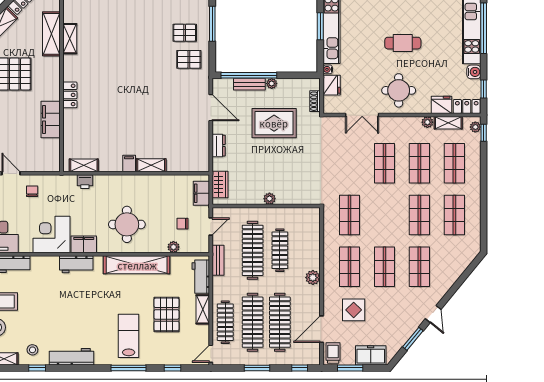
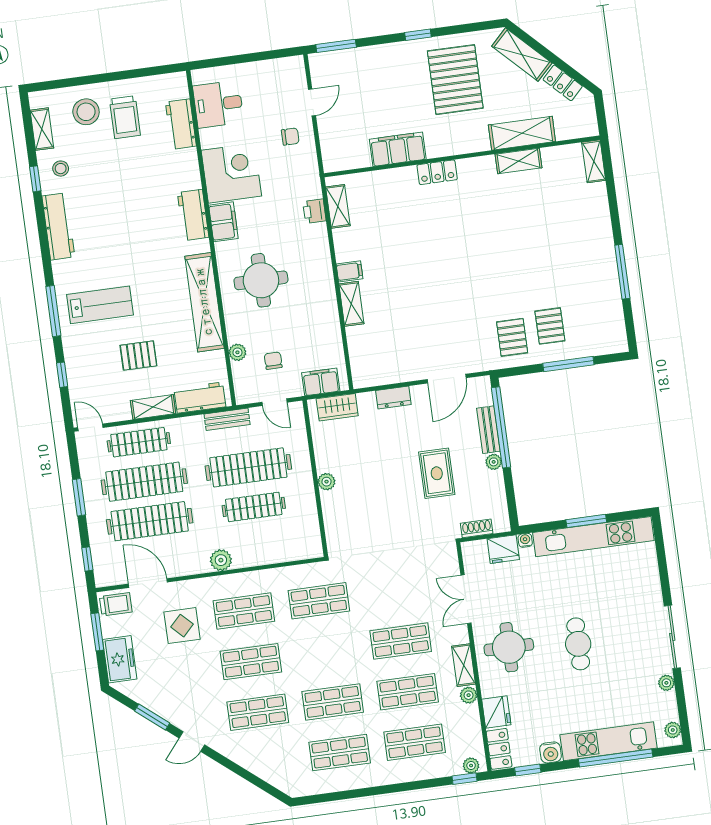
rug: (274, 123) -> (437, 473), width x0.73, depth x0.70
shelving: (448, 123) -> (464, 665), moved
pallet: (166, 314) -> (138, 356), width x0.67, depth x0.71

